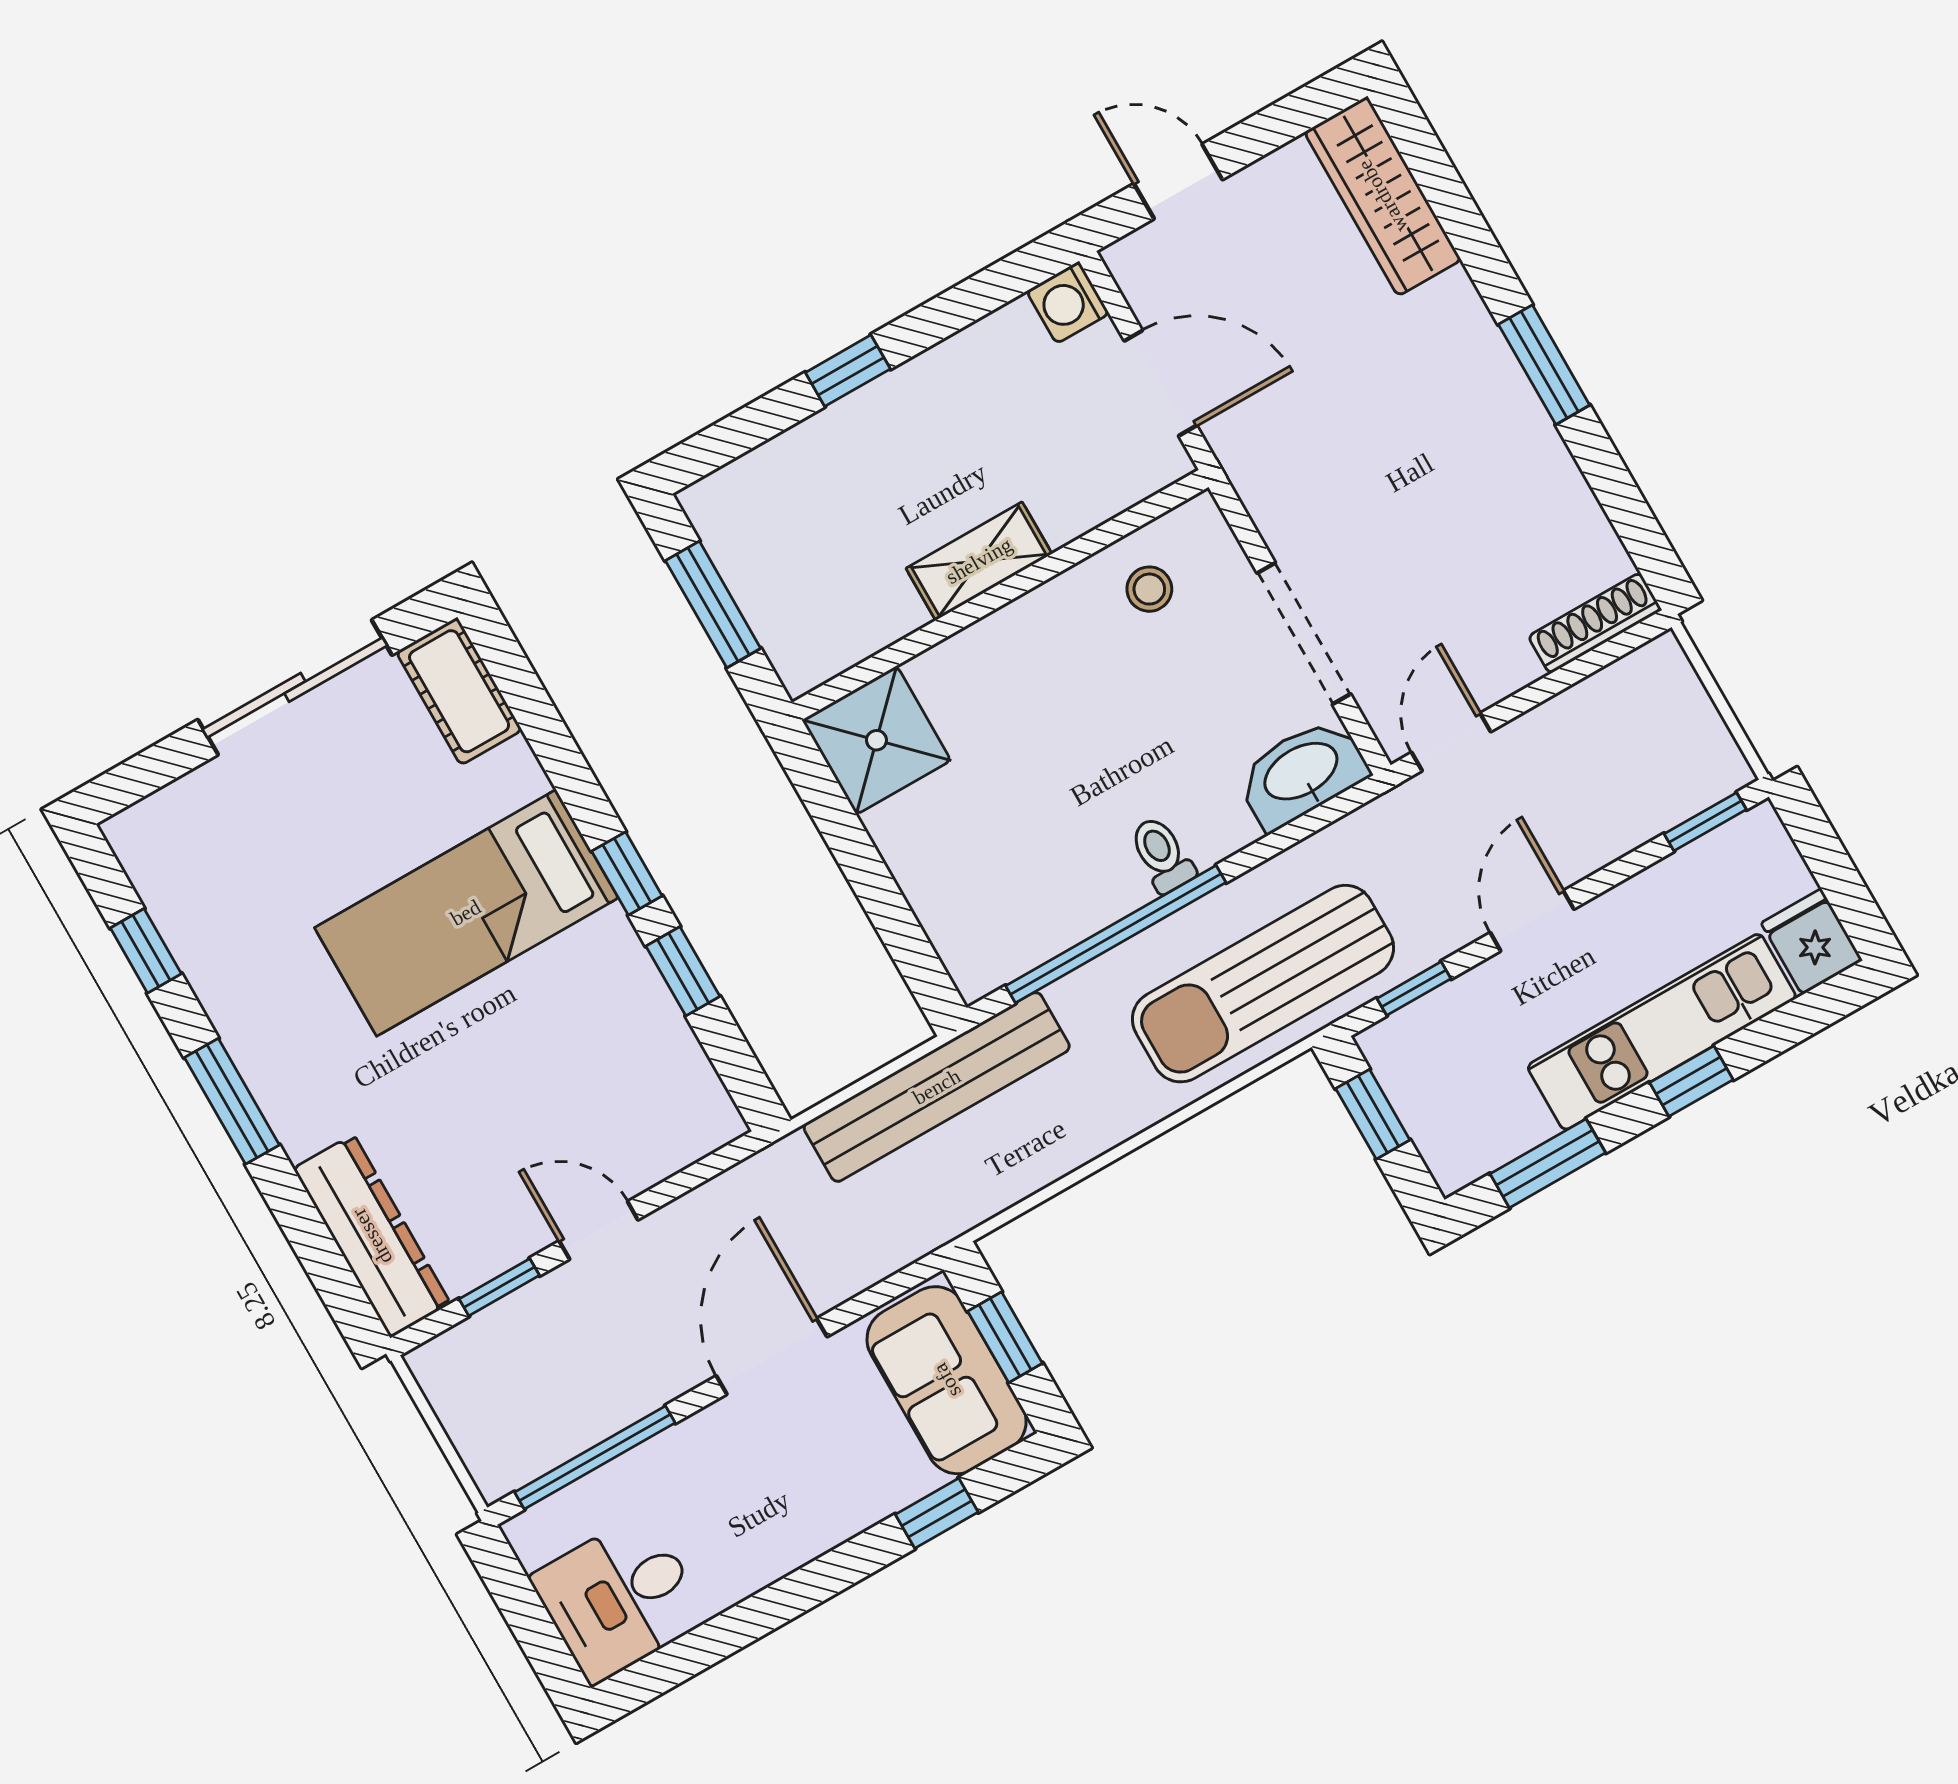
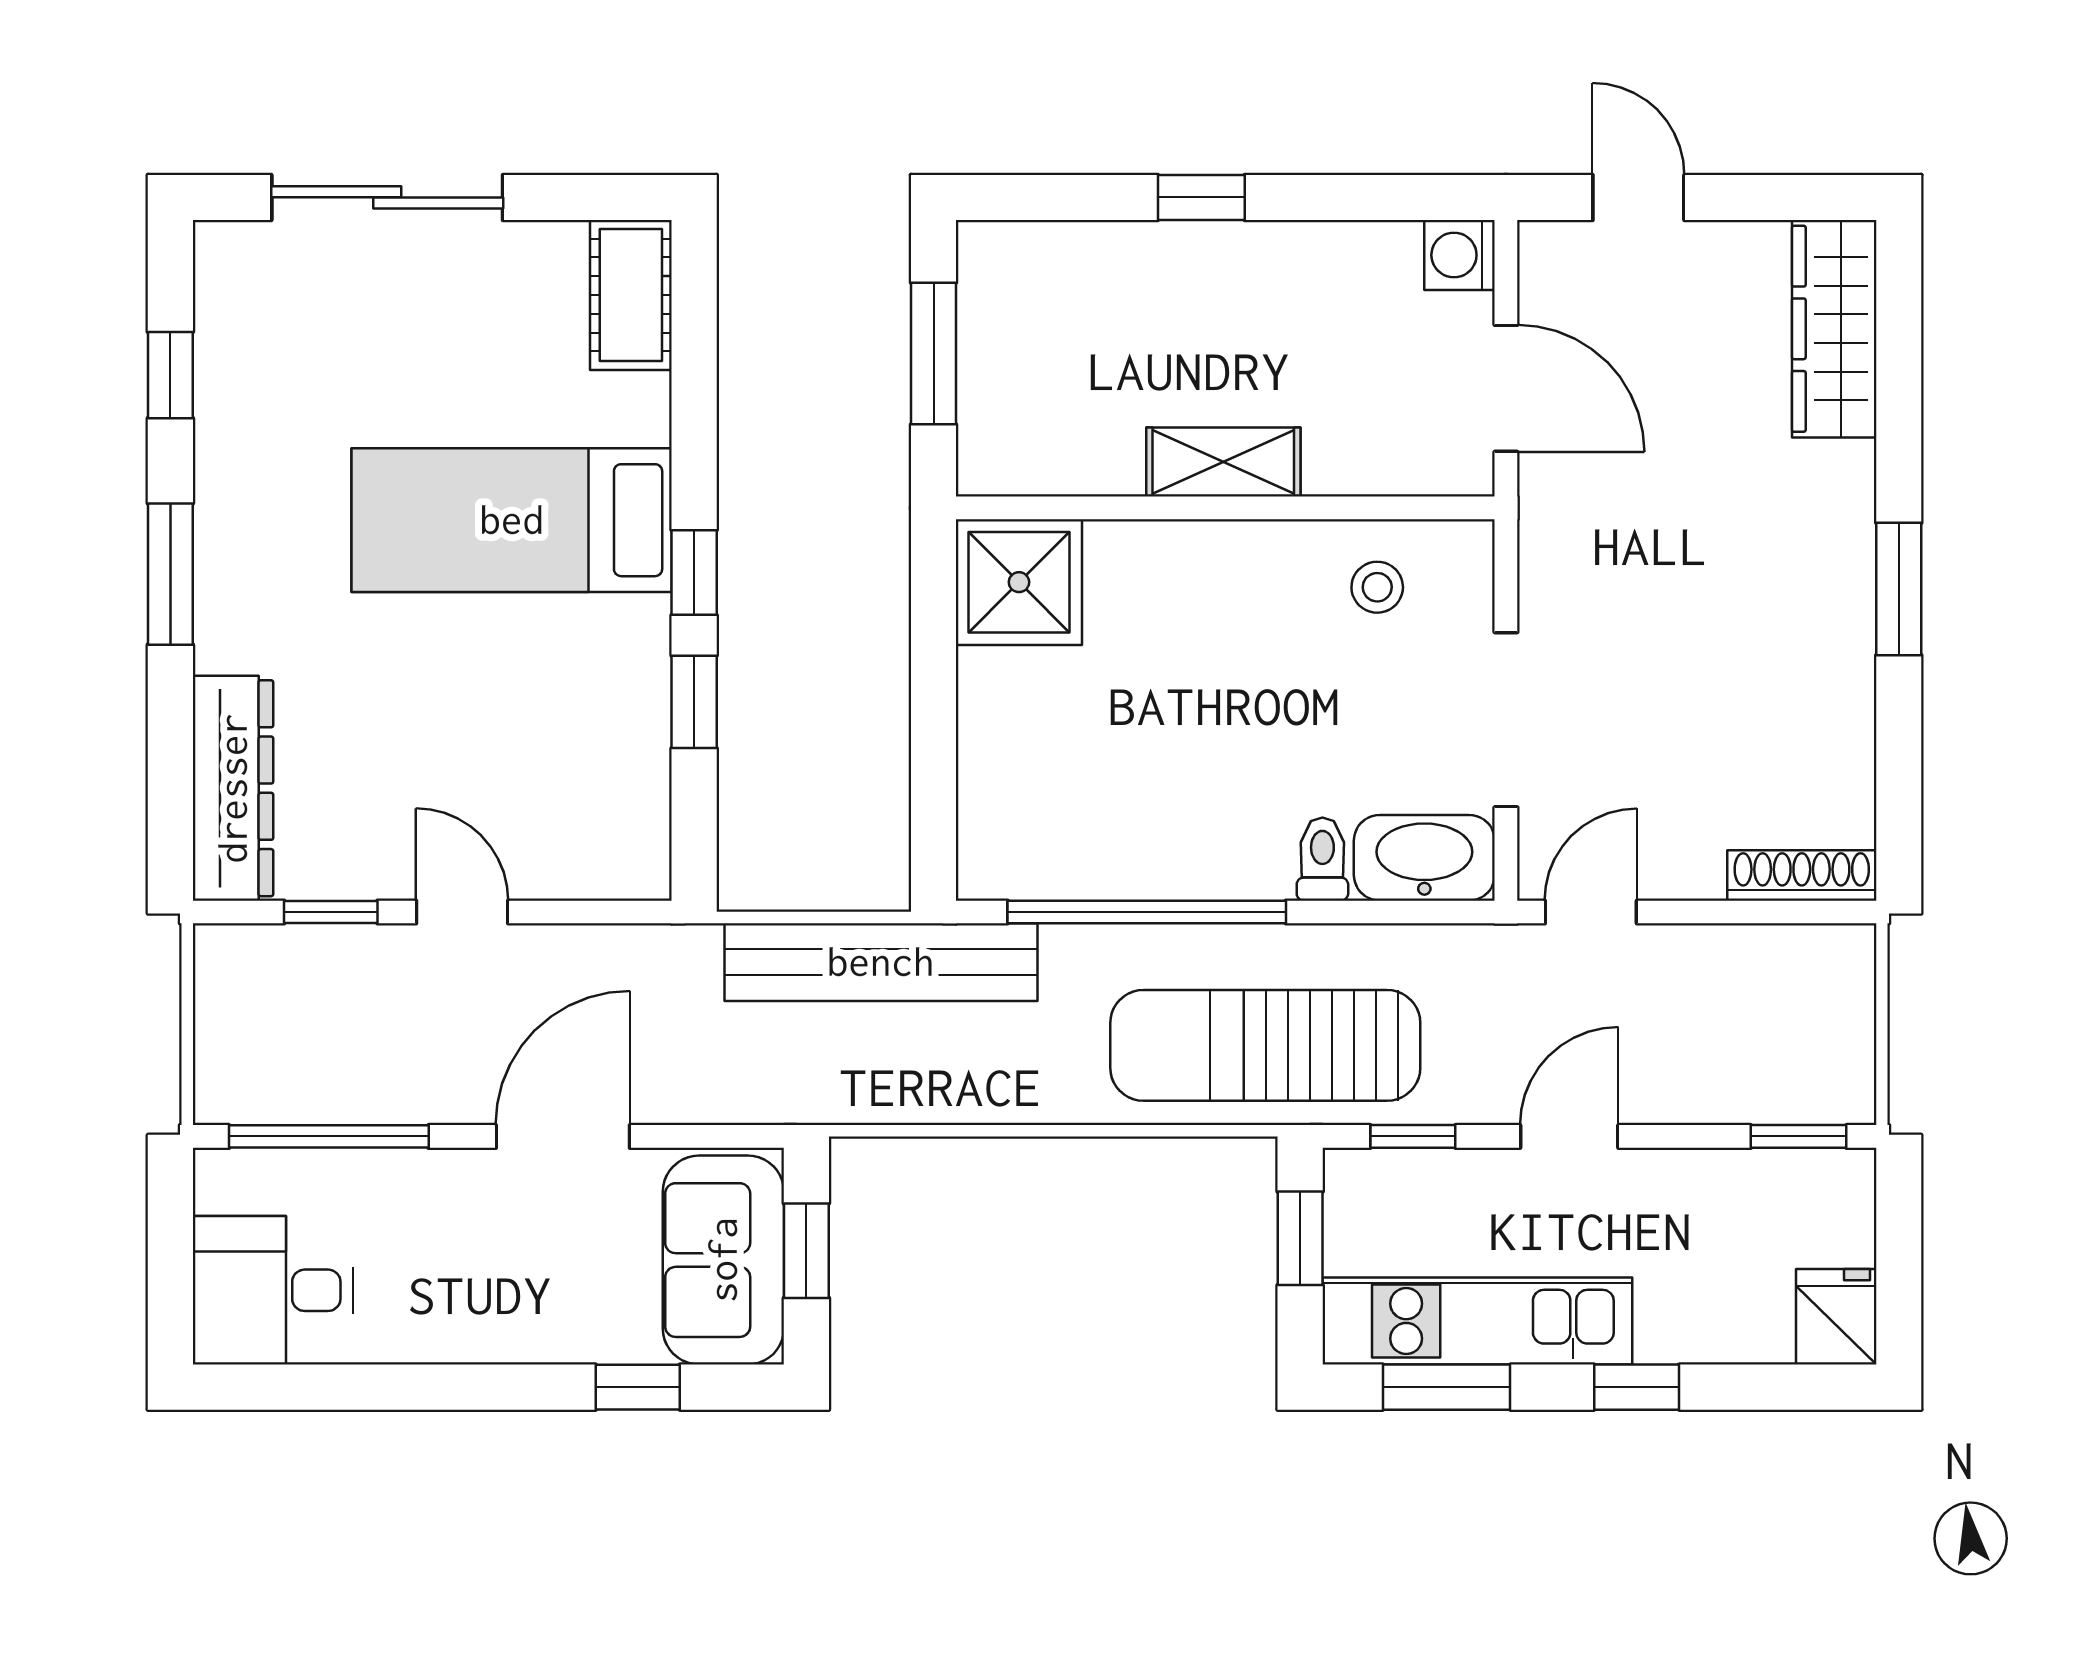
sliding door: (295, 687) -> (387, 197), moved
toilet: (1162, 855) -> (1322, 859), moved
kitchen unit: (1662, 1032) -> (1477, 1321), moved

